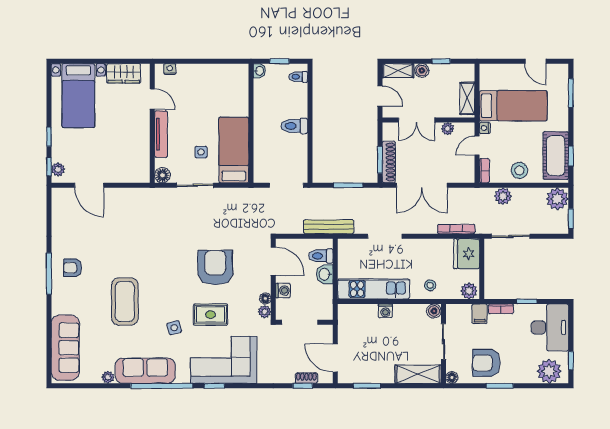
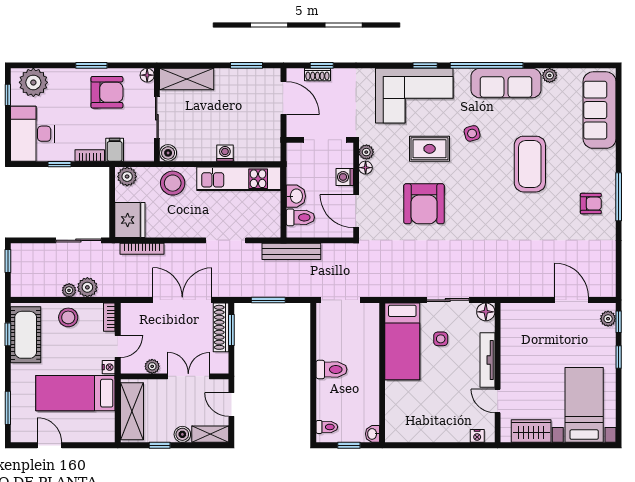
shelving: (467, 98) -> (132, 411), width x1.50, depth x1.33
plant: (557, 199) -> (69, 290), moved, width x0.53, depth x0.53
stool: (430, 285) -> (173, 183), width x1.89, depth x1.89

